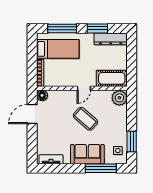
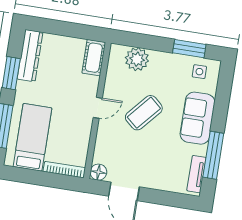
cot: (112, 78) -> (94, 58), width x0.73, depth x0.75
door: (84, 88) -> (98, 108), hinge flipped
plant: (119, 98) -> (137, 59), moved
window: (101, 168) -> (213, 155), moved

